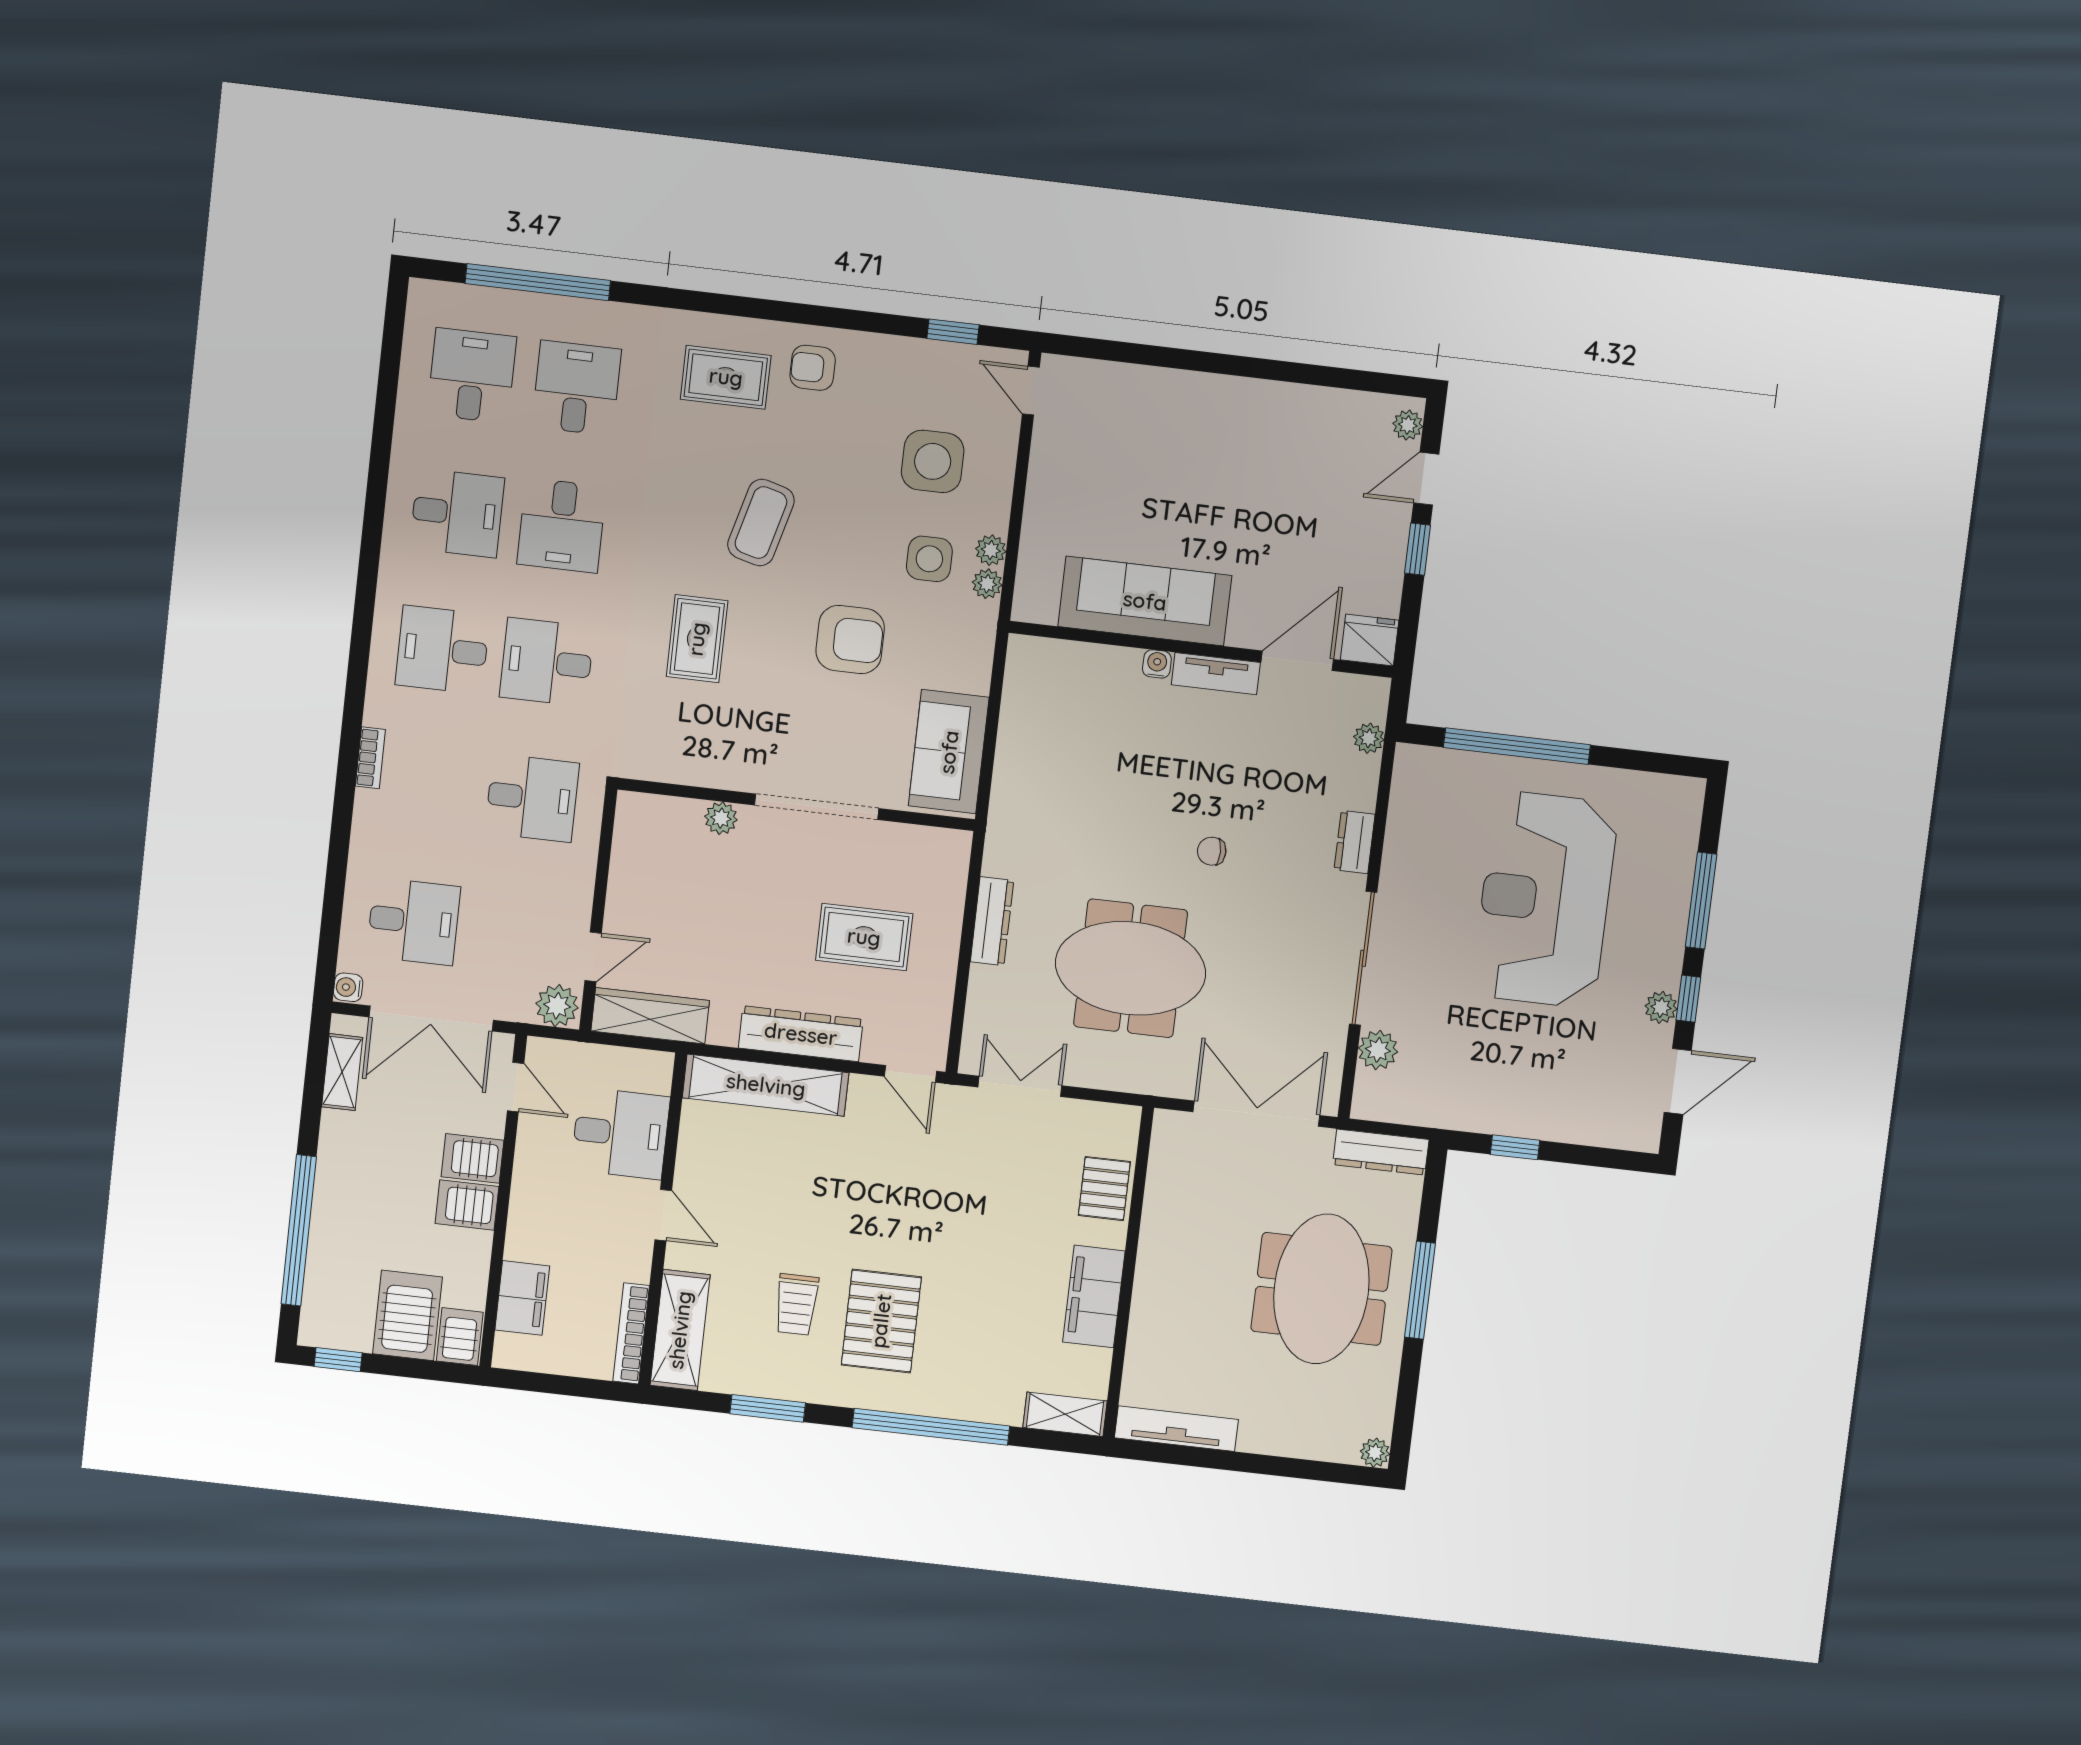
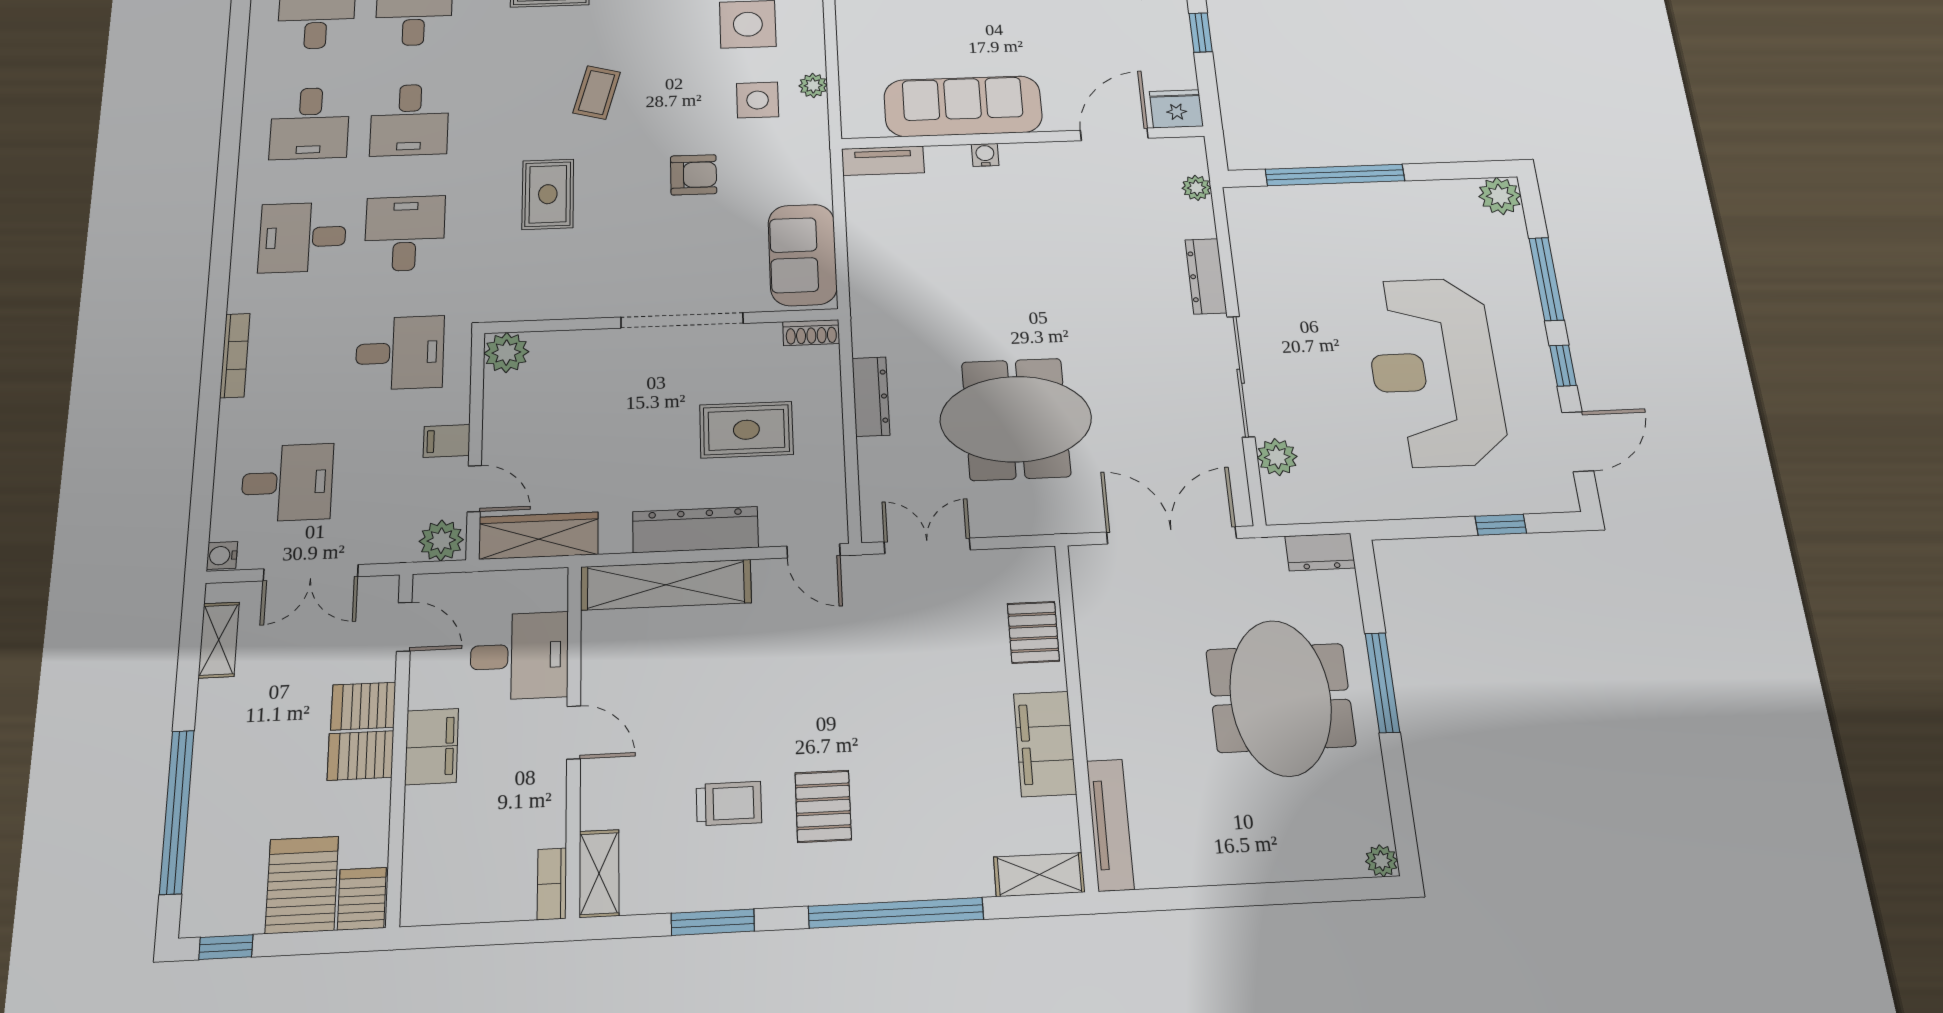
desk: (457, 513) -> (310, 123), turned 90
coffee table: (761, 523) -> (597, 93), width x0.73, depth x0.77
plant: (987, 584) -> (815, 112), removed
armchair: (850, 640) -> (694, 175), width x0.72, depth x0.72
desk: (547, 662) -> (405, 234), turned 90
tv unit: (1216, 674) -> (883, 161), moved
bookcase: (370, 758) -> (235, 355), width x1.56
plant: (721, 818) -> (506, 353), moved, width x1.38, depth x1.38
shoe rack: (944, 841) -> (811, 333), added
dresser: (1355, 842) -> (1206, 276), width x1.44
chair: (1212, 851) -> (1072, 304), removed
reception desk: (1545, 899) -> (1434, 371), moved
filing cabinet: (571, 902) -> (447, 441), added
door: (593, 957) -> (474, 489), hinge flipped
plant: (1661, 1007) -> (1500, 196), moved, width x1.38, depth x1.38
double door: (431, 1019) -> (311, 573), width x0.73
window: (1515, 1147) -> (1501, 525), moved
dresser: (1381, 1152) -> (1320, 552), width x0.70
filing cabinet: (522, 1298) -> (432, 747), moved
trolley: (796, 1304) -> (729, 803), turned -90
pallet: (881, 1321) -> (823, 806), width x0.67, depth x0.71
shelving: (680, 1330) -> (599, 873), width x0.67, depth x0.75
bookcase: (631, 1333) -> (552, 884), width x0.64
tv unit: (1176, 1429) -> (1110, 825), moved, turned 90

